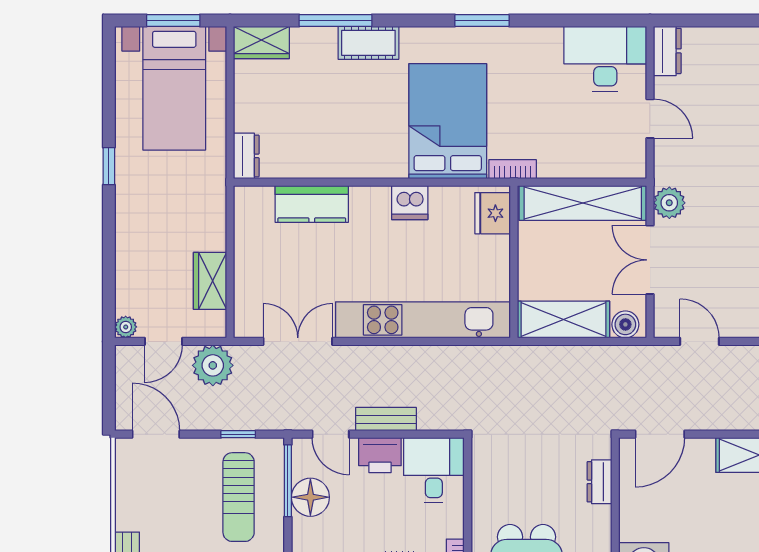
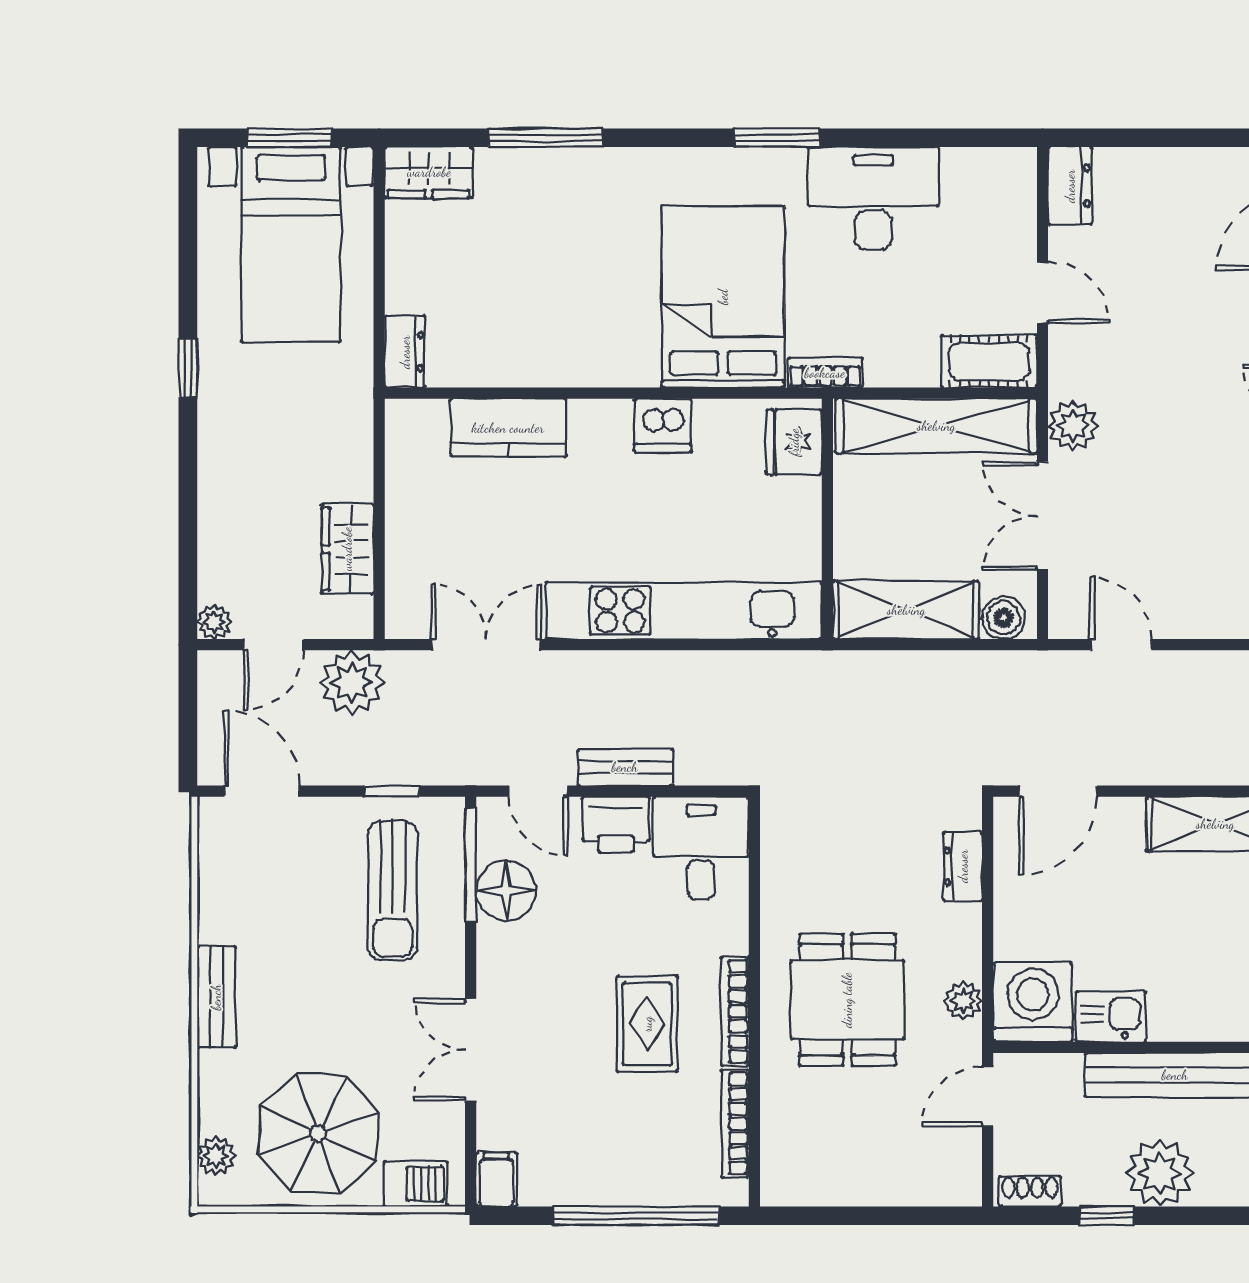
cot: (368, 43) -> (989, 361), moved
desk: (605, 59) -> (873, 198), moved

